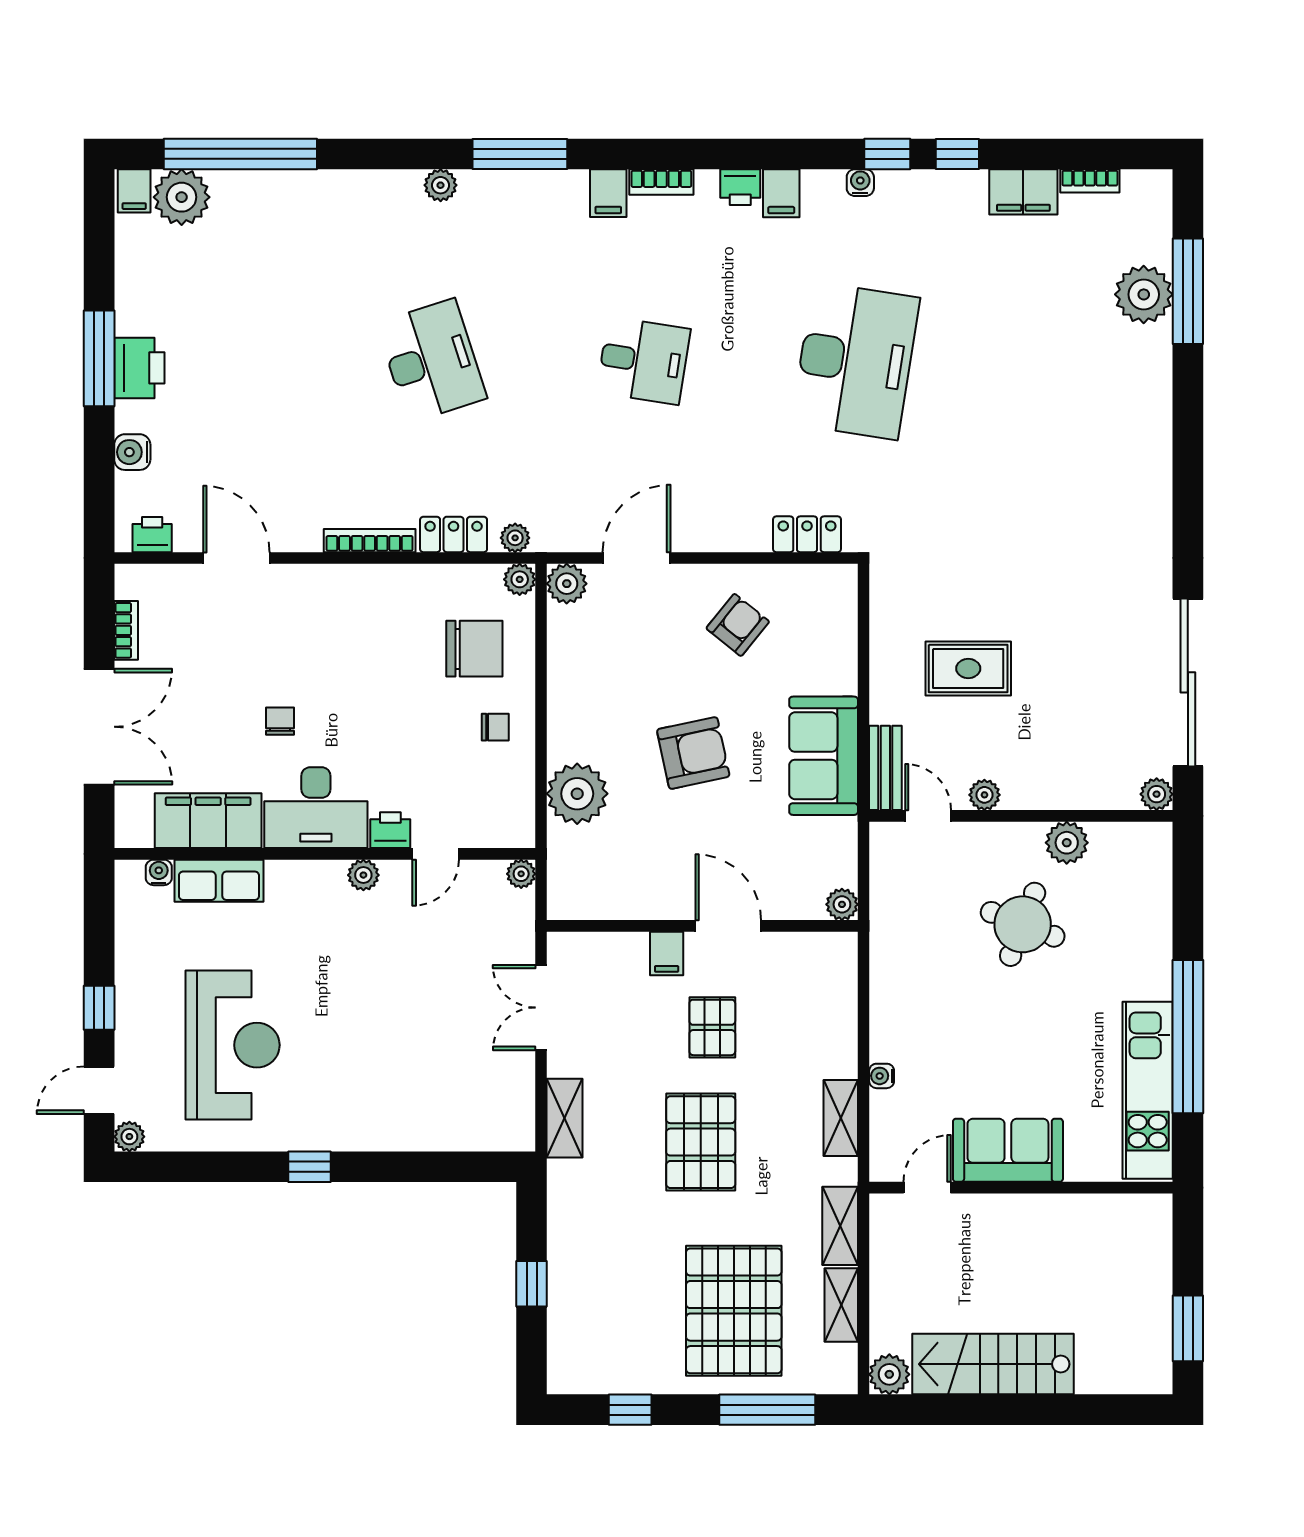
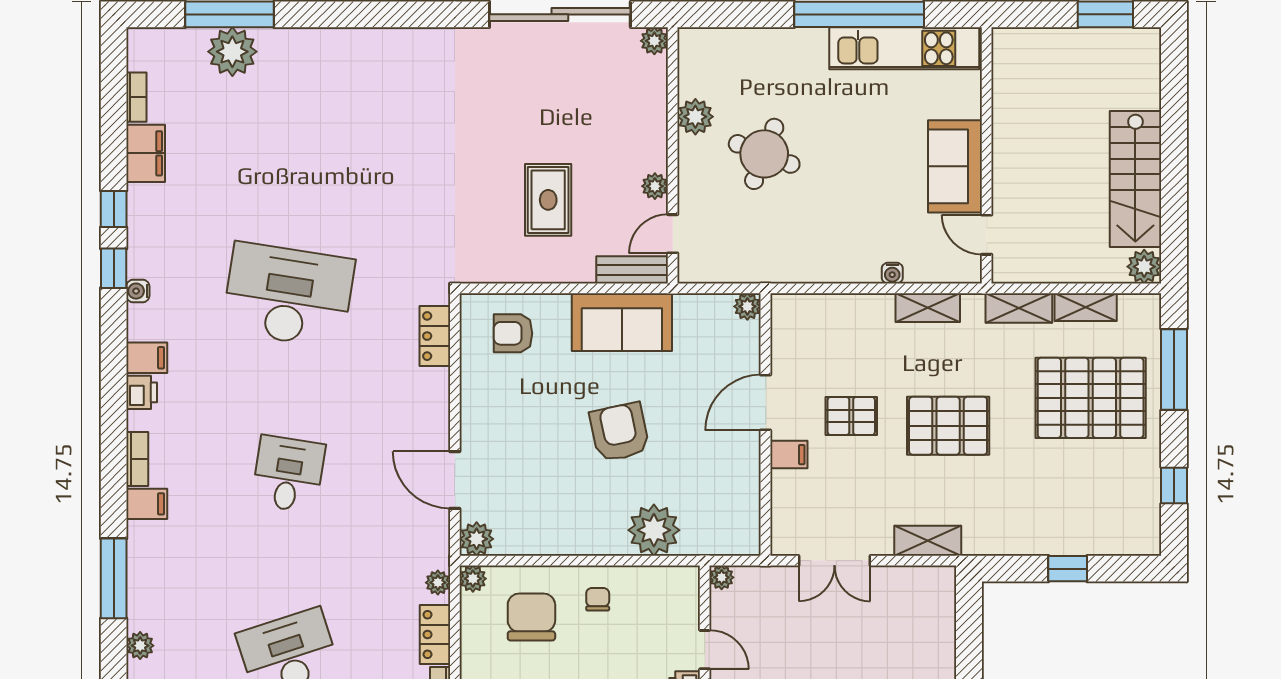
armchair: (738, 625) -> (513, 333), moved, turned -39

